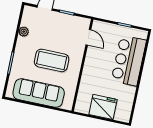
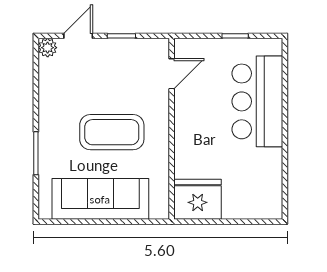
plant: (24, 32) -> (48, 48), moved
door: (88, 37) -> (172, 74), hinge flipped
fridge: (103, 107) -> (198, 199), moved

